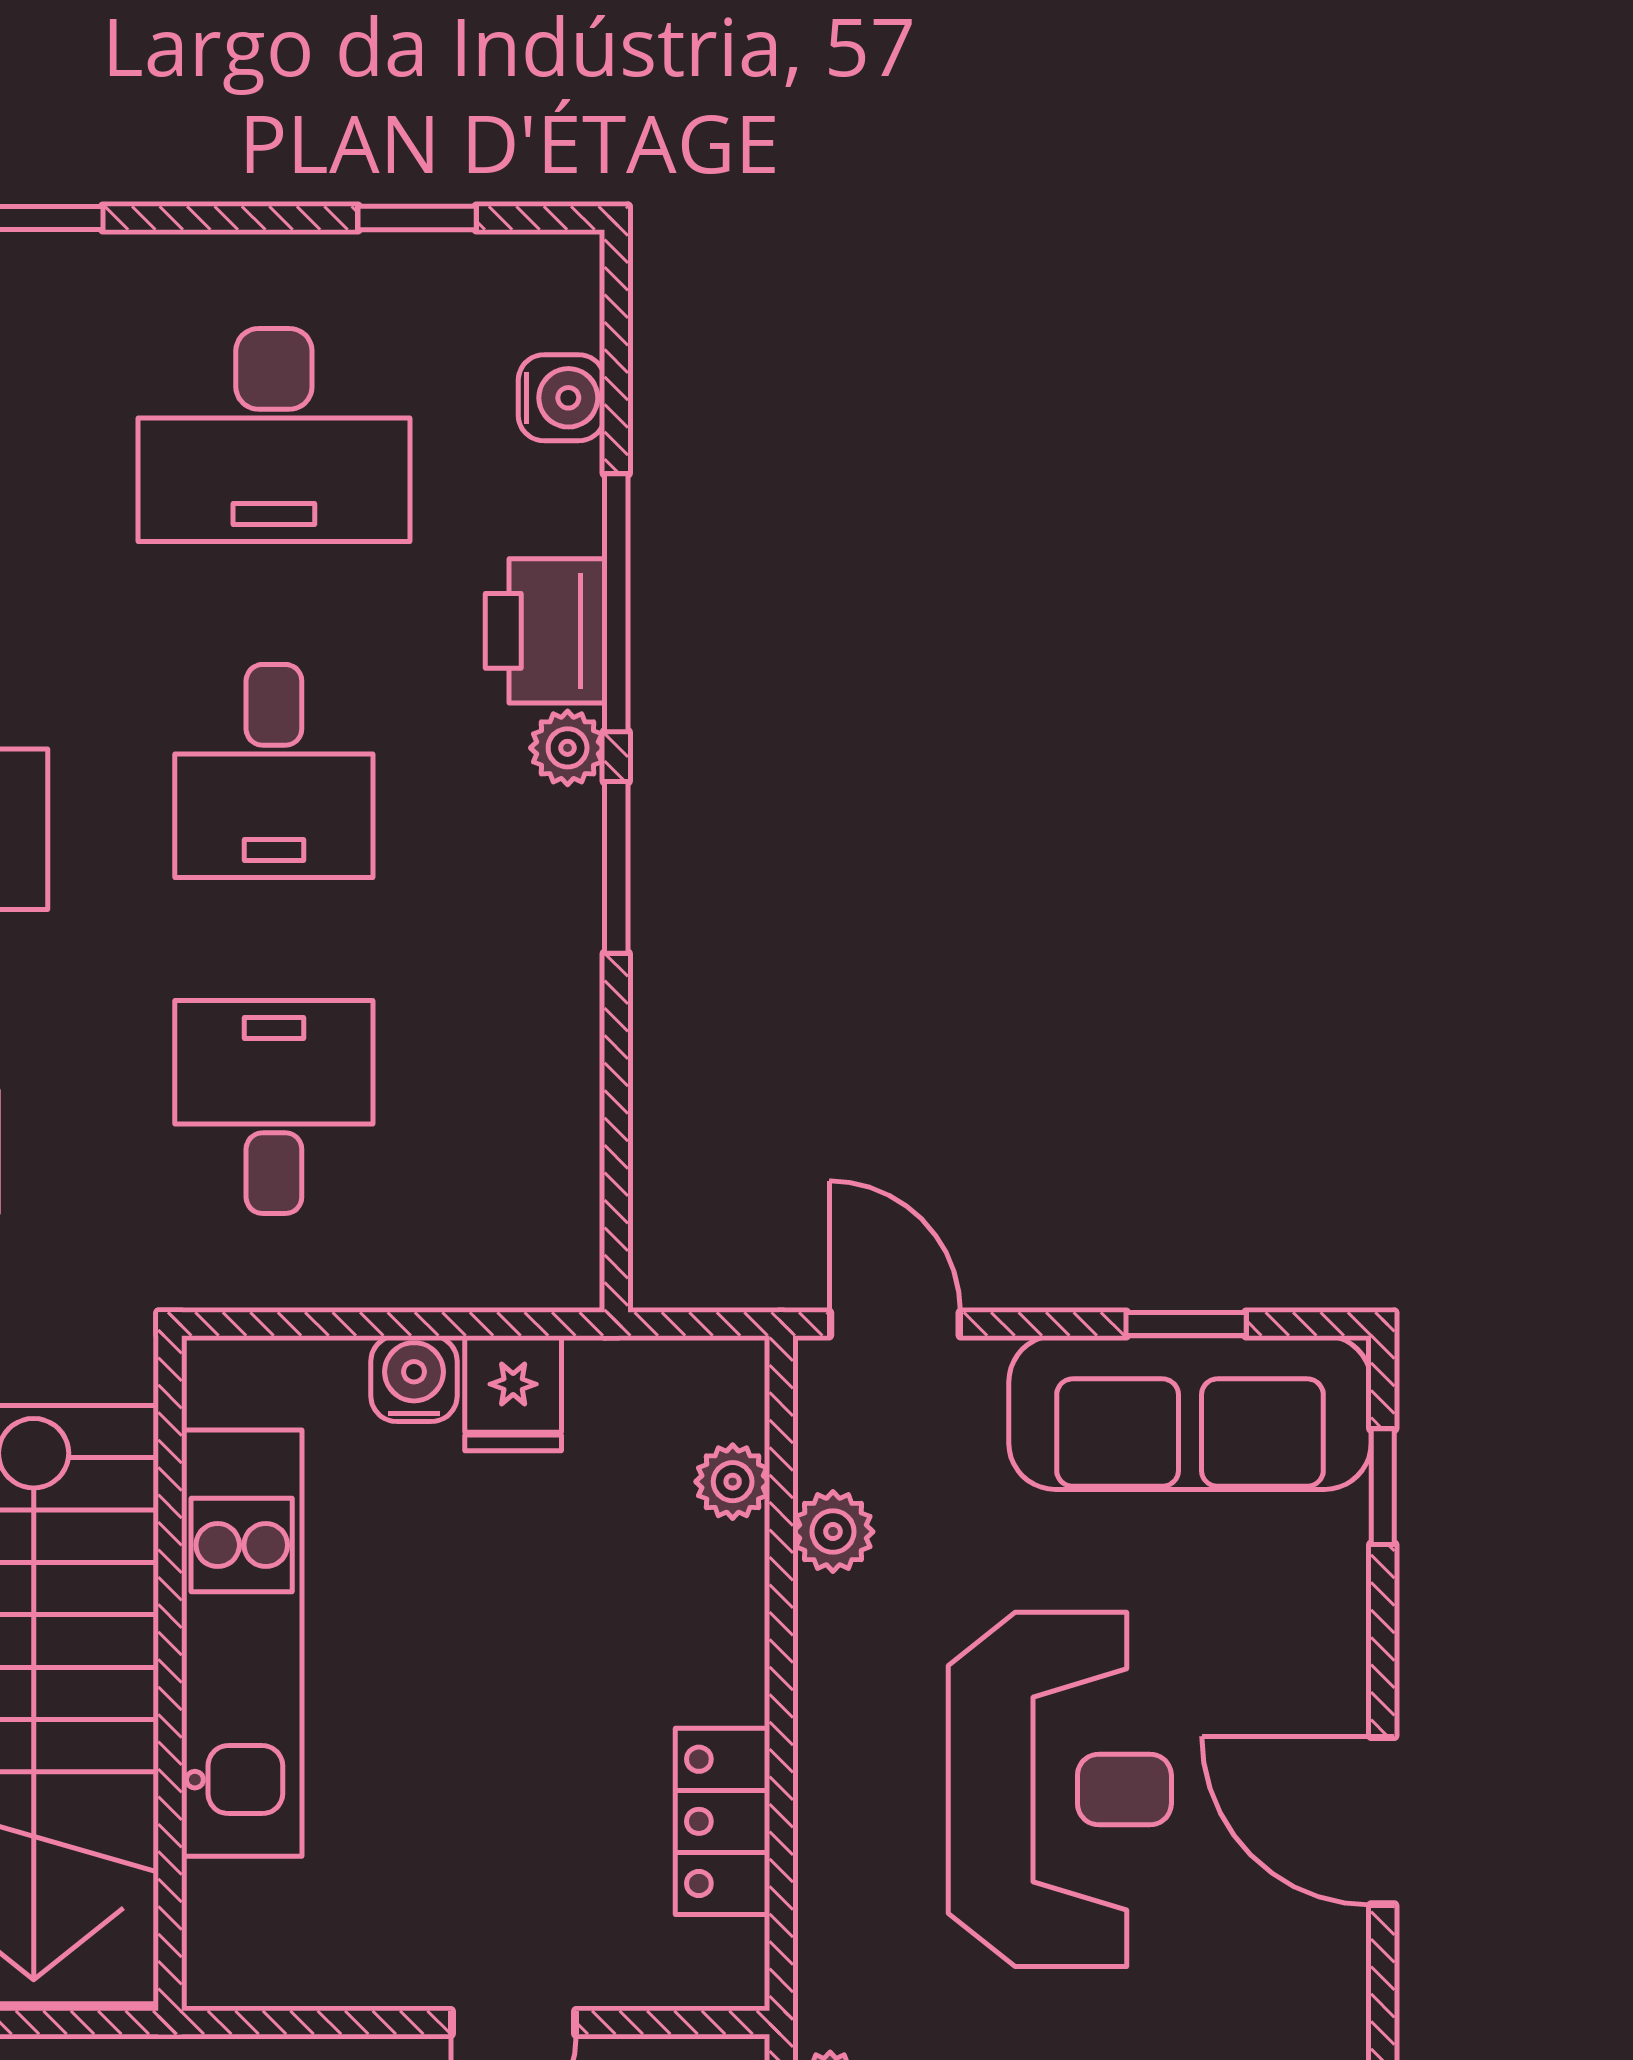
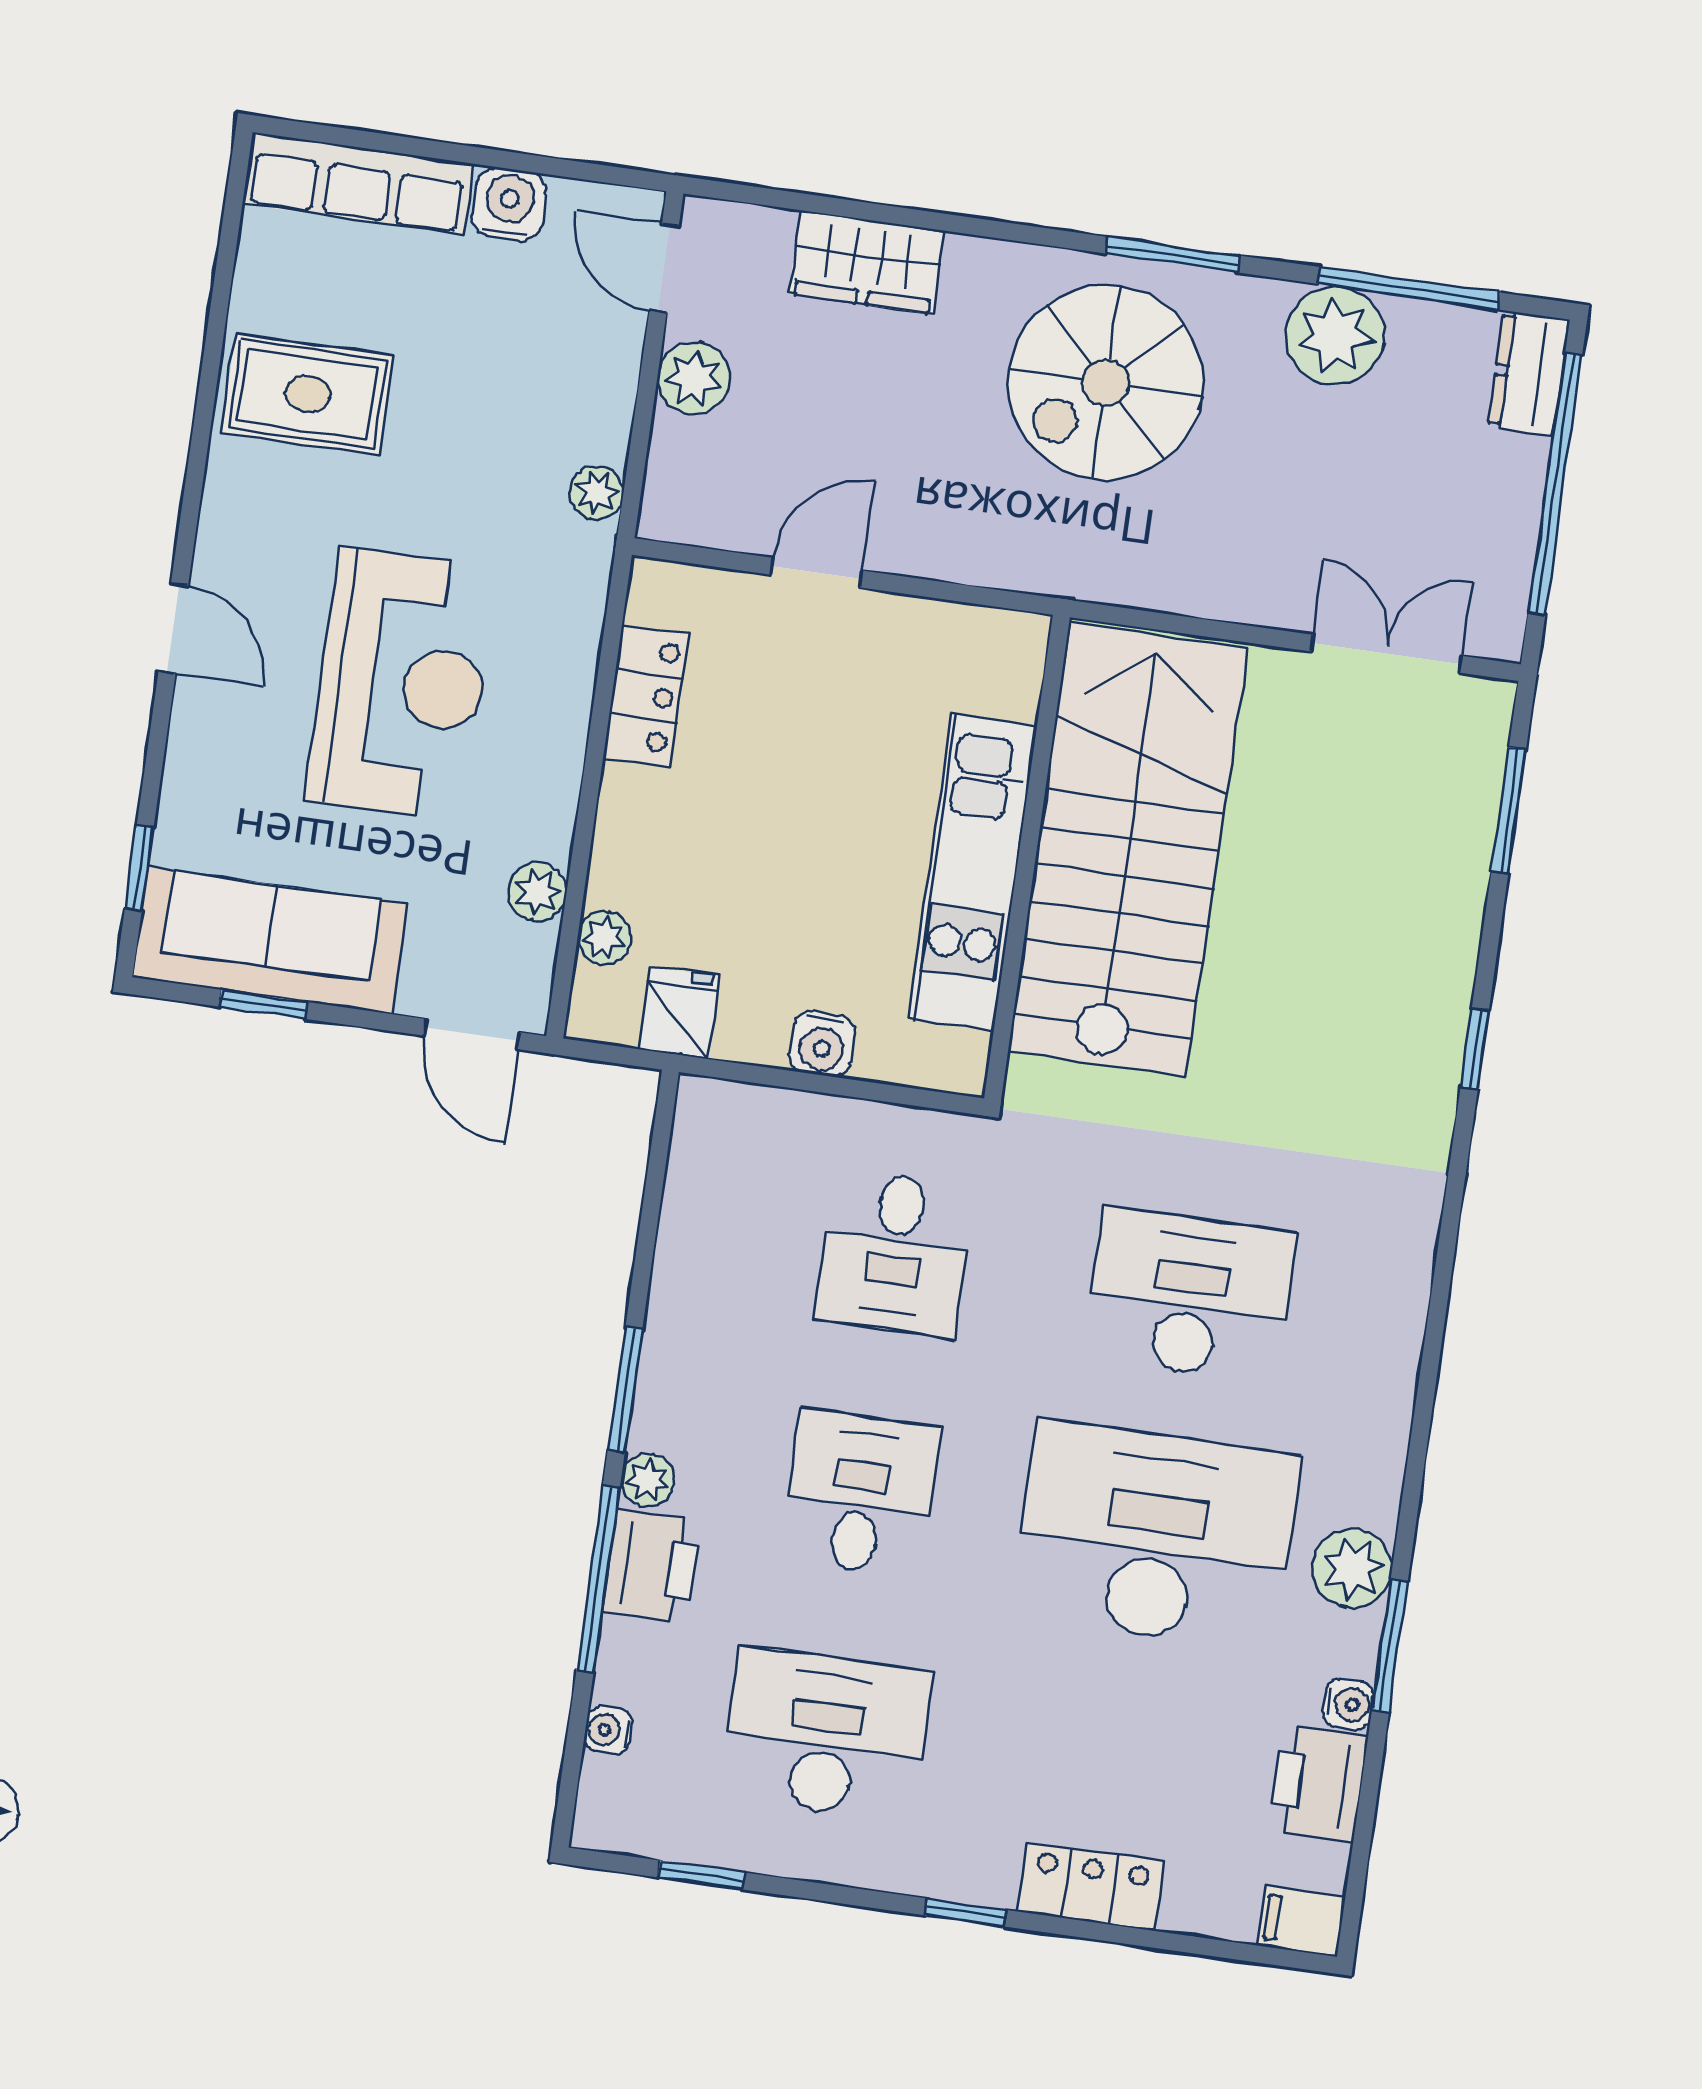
water cooler: (561, 398) -> (608, 1730), width x0.72, depth x0.72
fridge: (513, 1393) -> (679, 1013), moved
reception desk: (1060, 1789) -> (401, 684), turned 180
door: (1383, 1821) -> (173, 629), width x0.73

